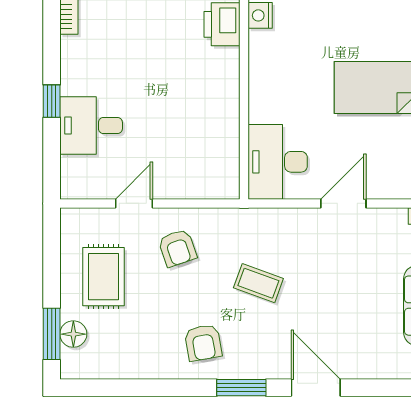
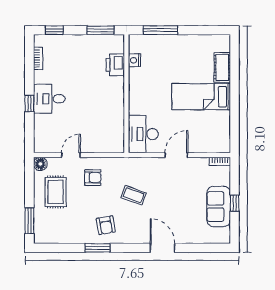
desk: (91, 126) -> (49, 99), moved
armchair: (177, 248) -> (93, 178), turned -71
floor lamp: (73, 334) -> (40, 164), moved
window: (241, 388) -> (98, 248), moved

